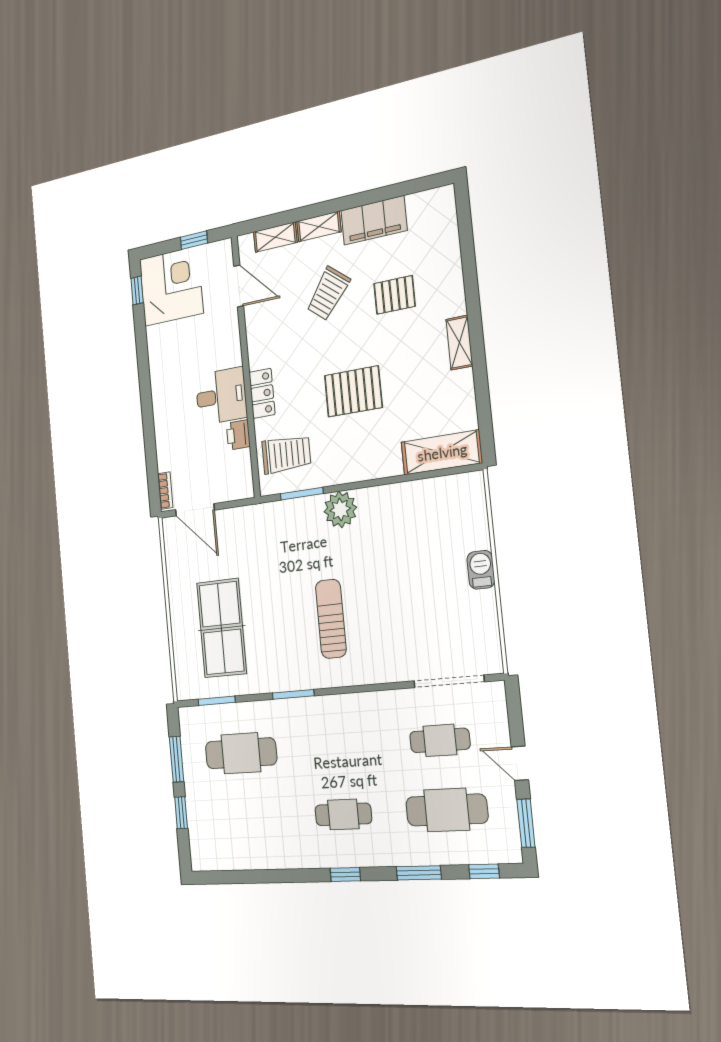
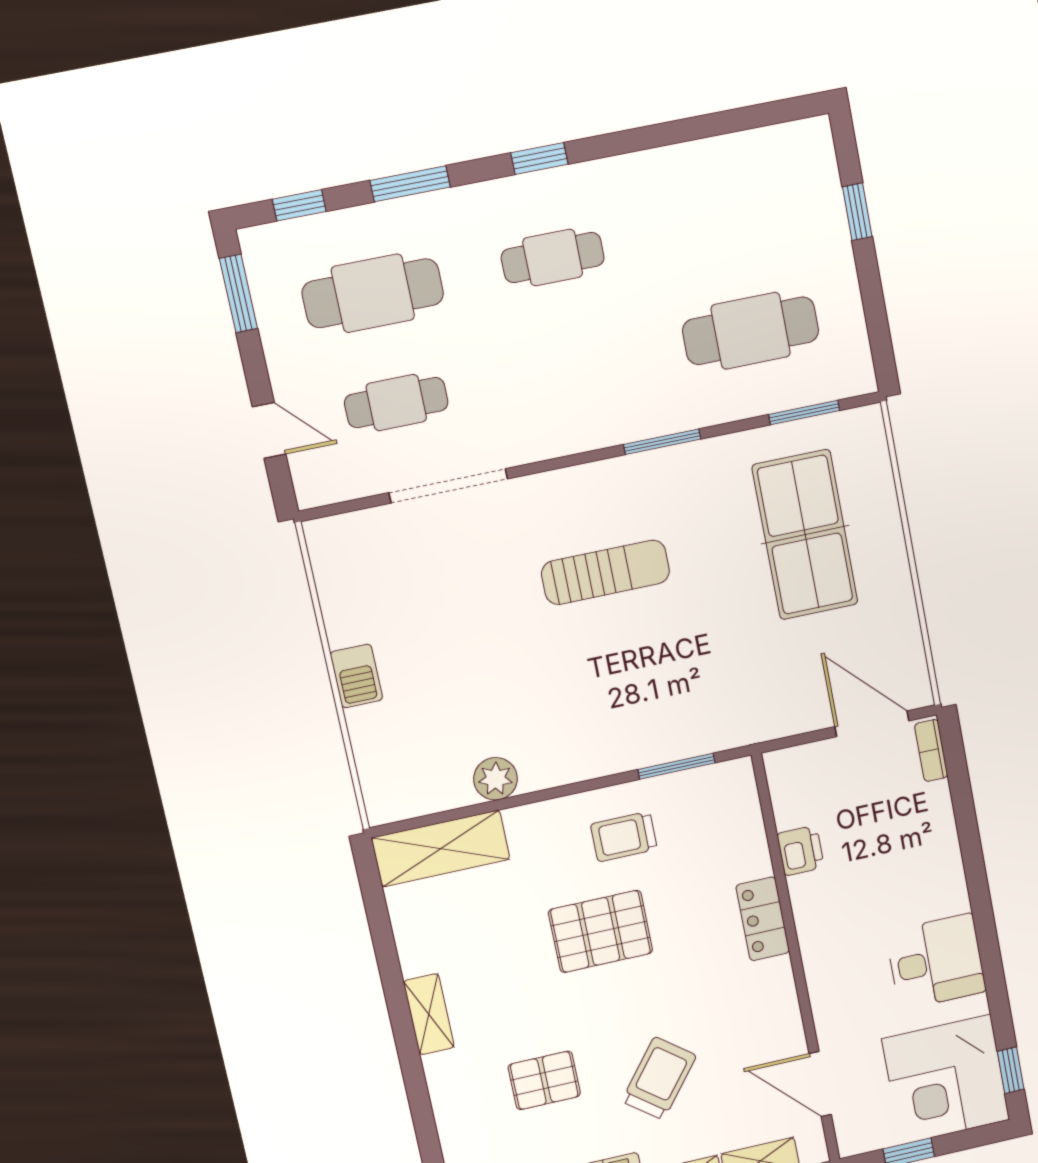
desk: (221, 396) -> (936, 962), moved, turned 180
trolley: (286, 454) -> (624, 837), moved, width x0.73, depth x0.72
plant: (340, 509) -> (496, 779), moved, width x0.73, depth x0.73
sun lounger: (331, 619) -> (606, 572), turned -90
doorway: (449, 681) -> (448, 486), moved
window: (177, 759) -> (874, 303), removed
door: (520, 763) -> (269, 430), moved

